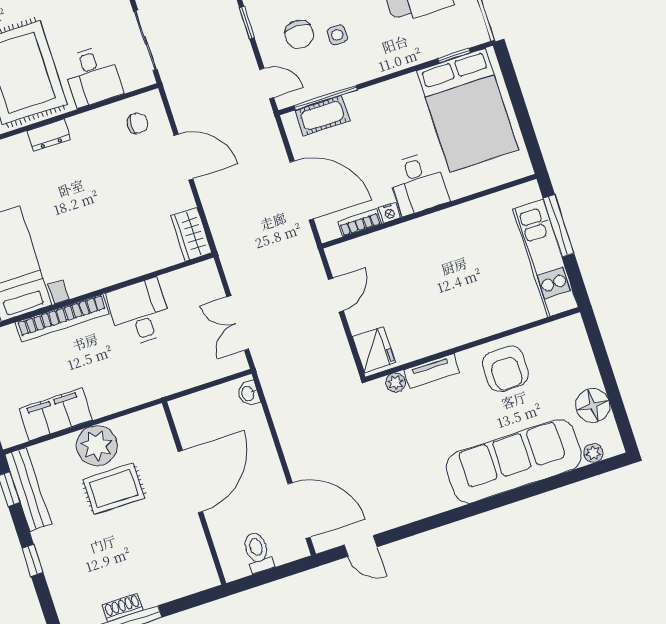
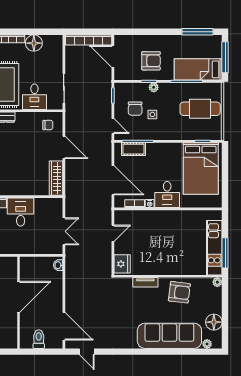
window: (559, 226) -> (225, 253), moved
wardrobe: (191, 234) -> (56, 178), width x1.50
double door: (238, 323) -> (64, 231), swing flipped
armchair: (505, 369) -> (179, 292), turned -83
plant: (396, 382) -> (217, 282), moved

